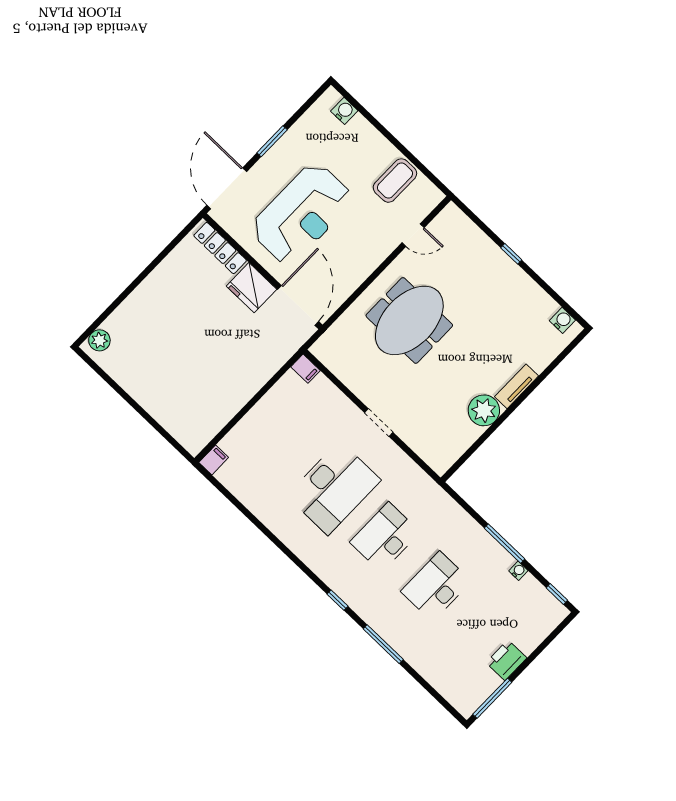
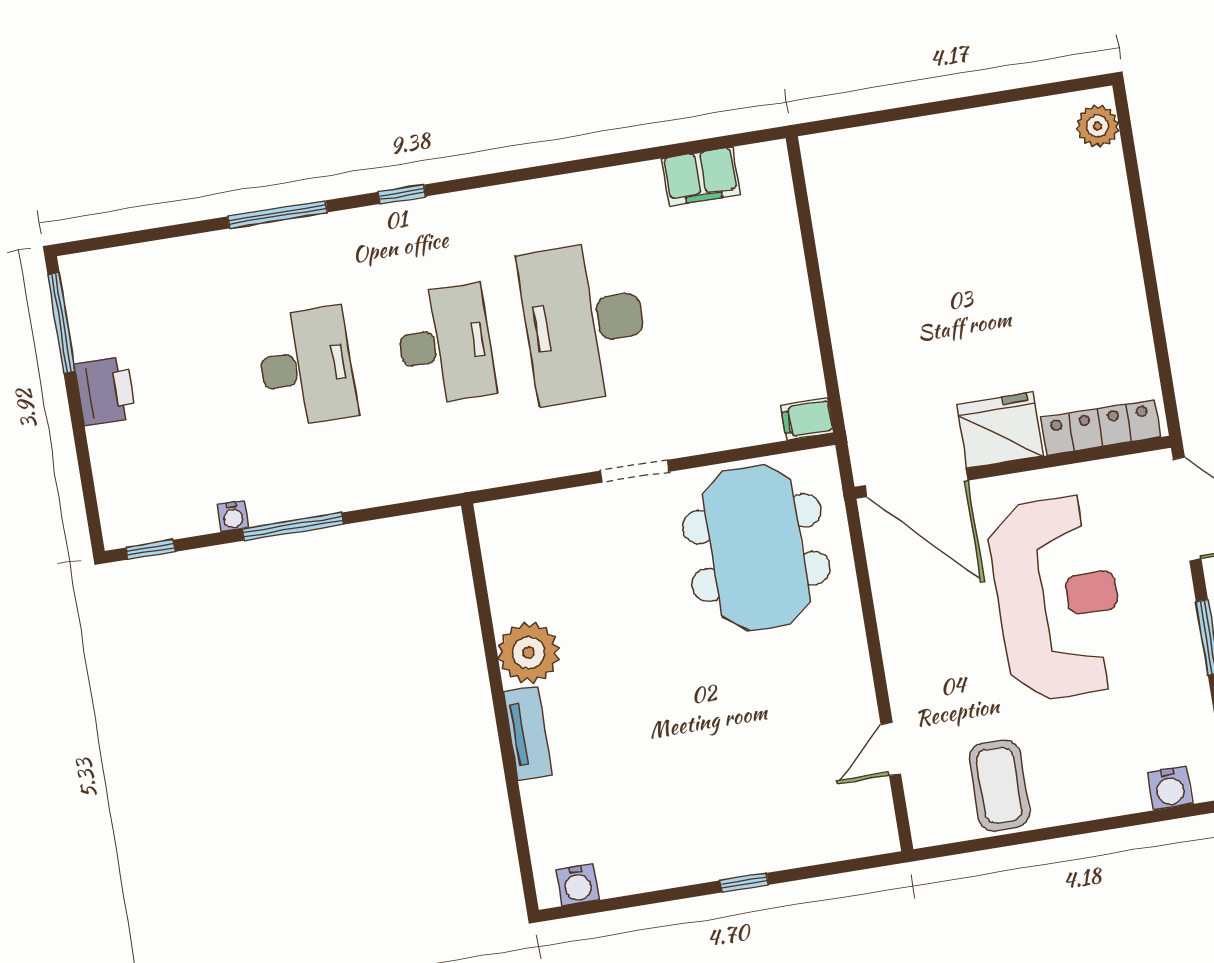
reception desk: (302, 214) -> (1058, 598), turned 180
meeting table: (409, 320) -> (756, 548), moved
filing cabinet: (214, 460) -> (701, 176), moved, width x2.00

